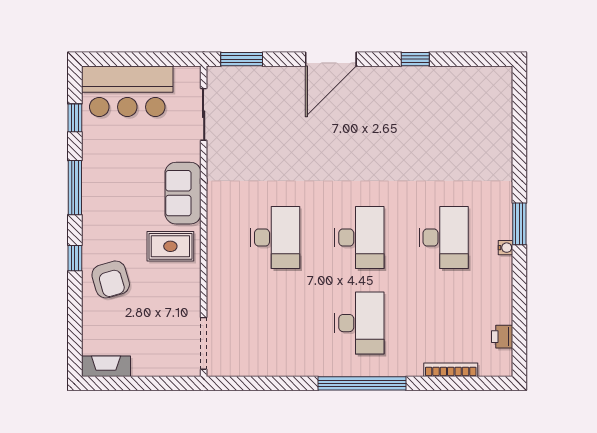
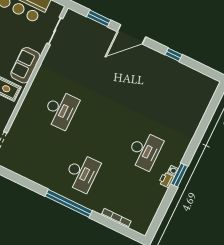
window: (242, 59) -> (99, 18), moved
window: (519, 224) -> (179, 175), moved
desk: (359, 237) -> (103, 130), removed
printer: (502, 337) -> (166, 180), moved

